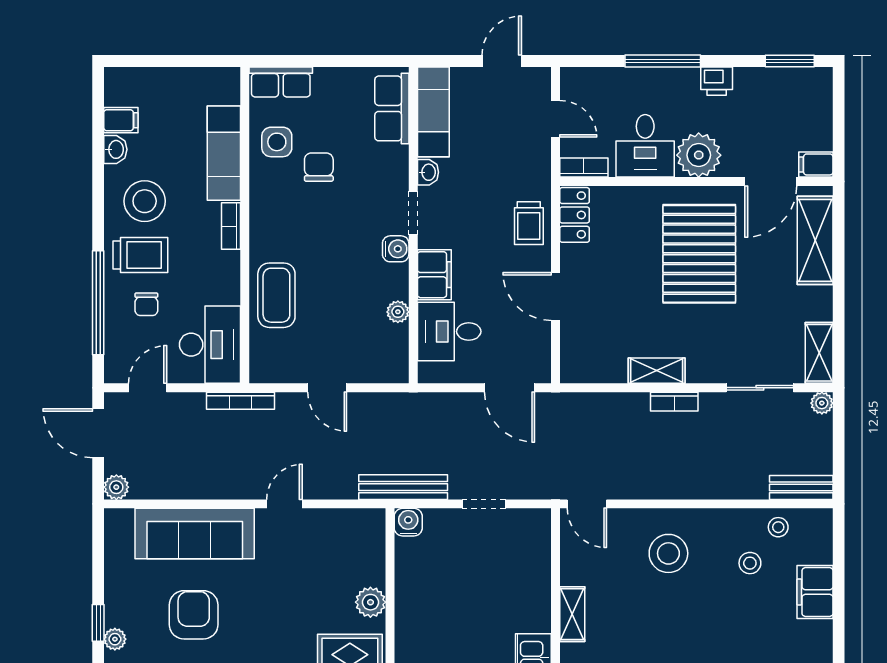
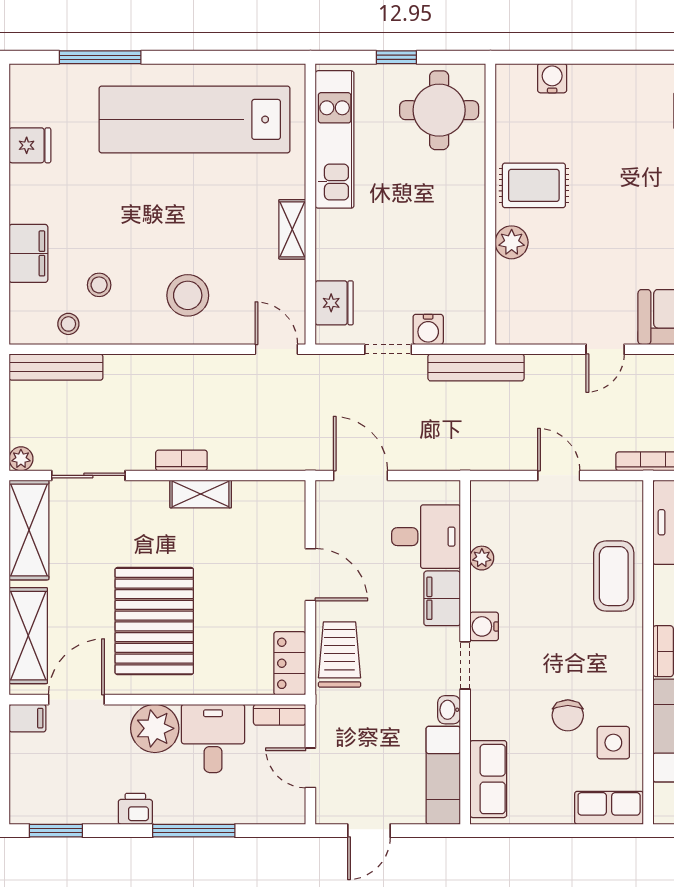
trolley: (529, 223) -> (340, 654), width x1.36, depth x1.39
shelving: (819, 353) -> (29, 530), width x1.50, depth x1.33
bench: (801, 487) -> (56, 367), width x1.36
water cooler: (408, 522) -> (428, 329), moved
fridge: (534, 547) -> (334, 303), added

